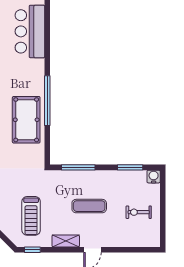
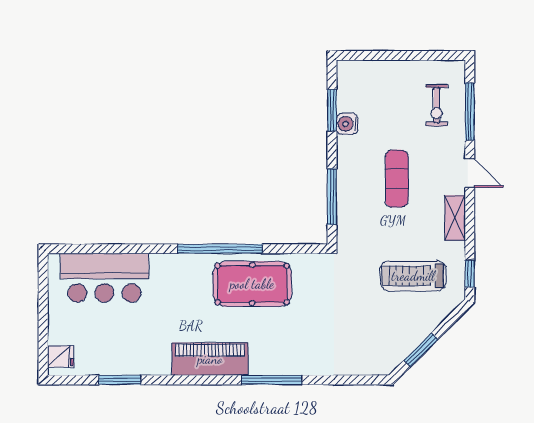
water cooler: (154, 177) -> (347, 124), moved
exercise bike: (139, 212) -> (437, 105), moved
treadmill: (31, 216) -> (413, 276), turned 180
window: (129, 250) -> (470, 112), added

